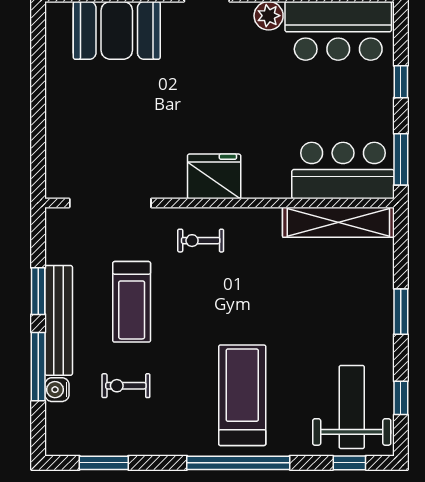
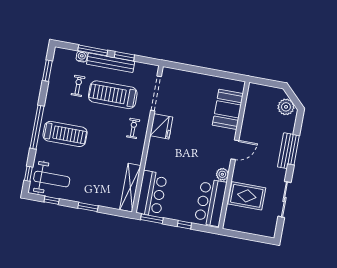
fridge: (214, 176) -> (161, 126), moved
treadmill: (132, 302) -> (113, 95), width x1.37, depth x1.38

